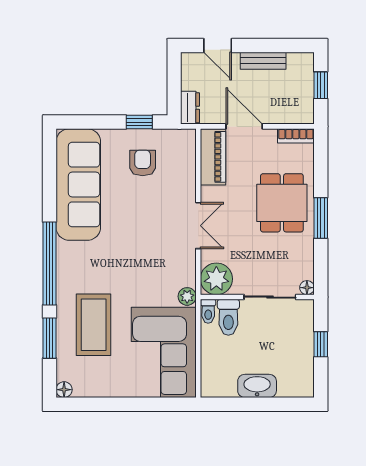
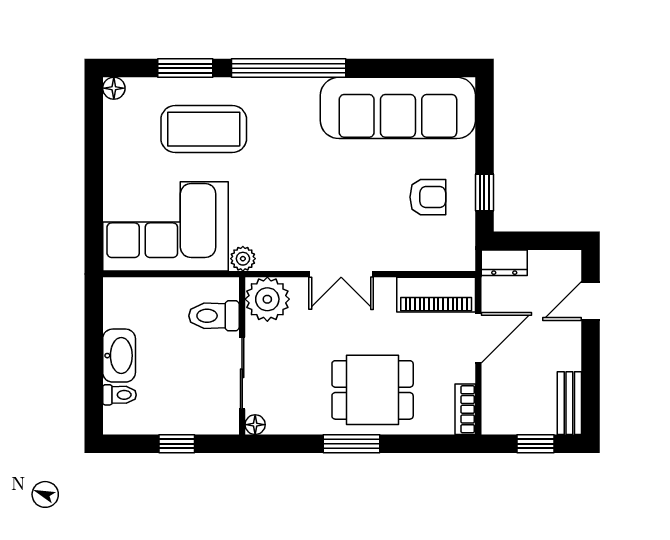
bench: (263, 61) -> (569, 403), moved
toilet: (208, 311) -> (120, 395), moved, turned 180

